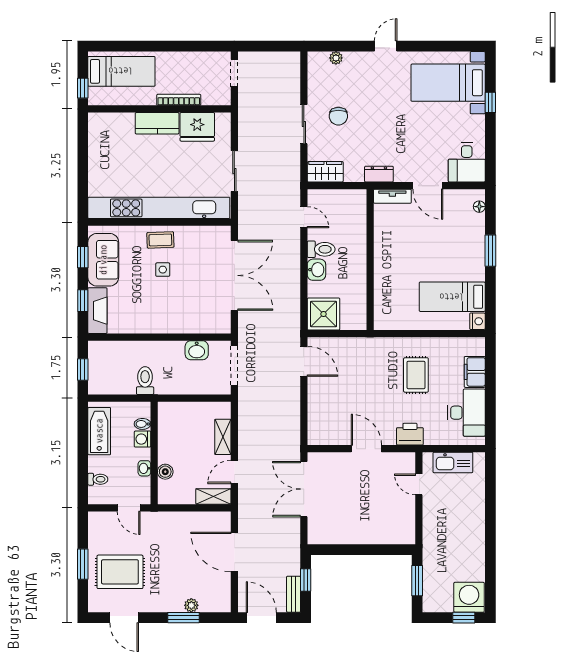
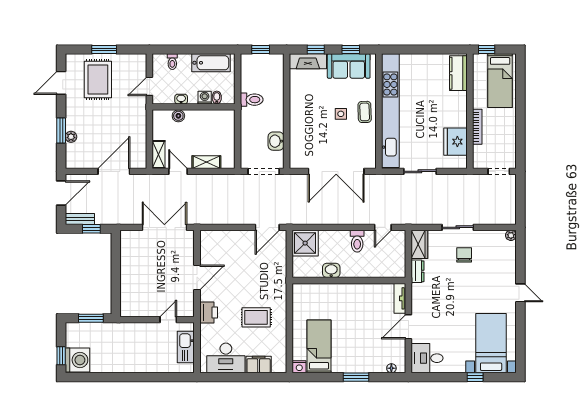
plant: (336, 58) -> (511, 235), moved
chair: (338, 116) -> (464, 255), turned 90
kitchen counter: (157, 123) -> (458, 73), moved
dresser: (379, 174) -> (418, 271), moved
washbasin: (316, 270) -> (331, 270), moved, turned 180

